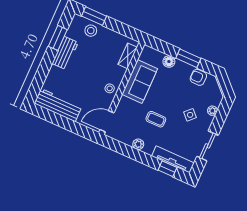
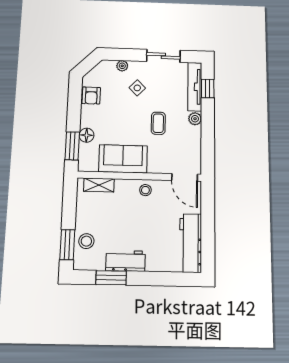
window: (188, 58) -> (72, 146), moved
plant: (138, 144) -> (195, 119), moved

